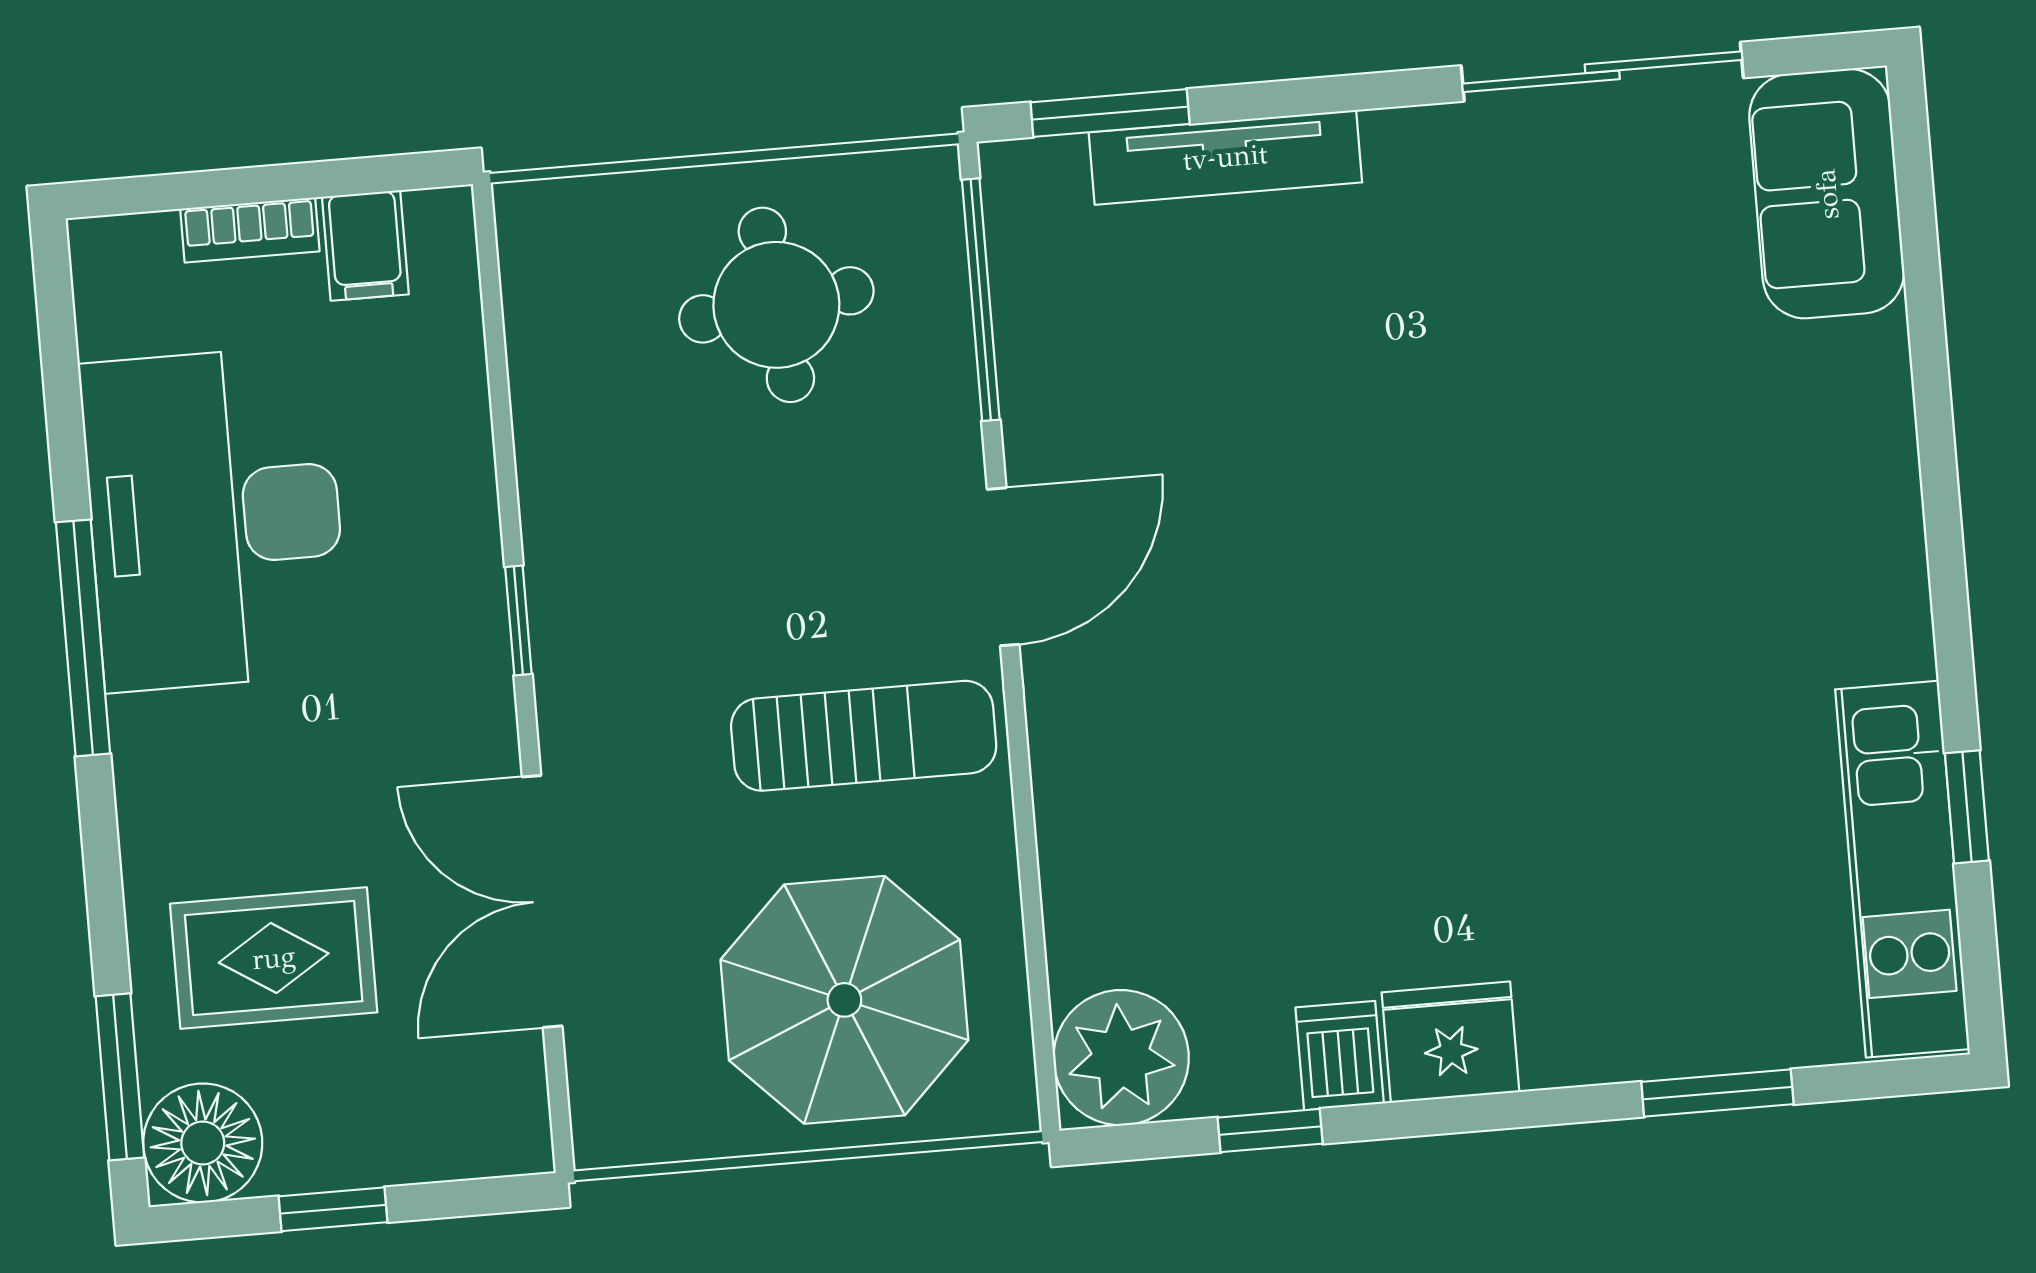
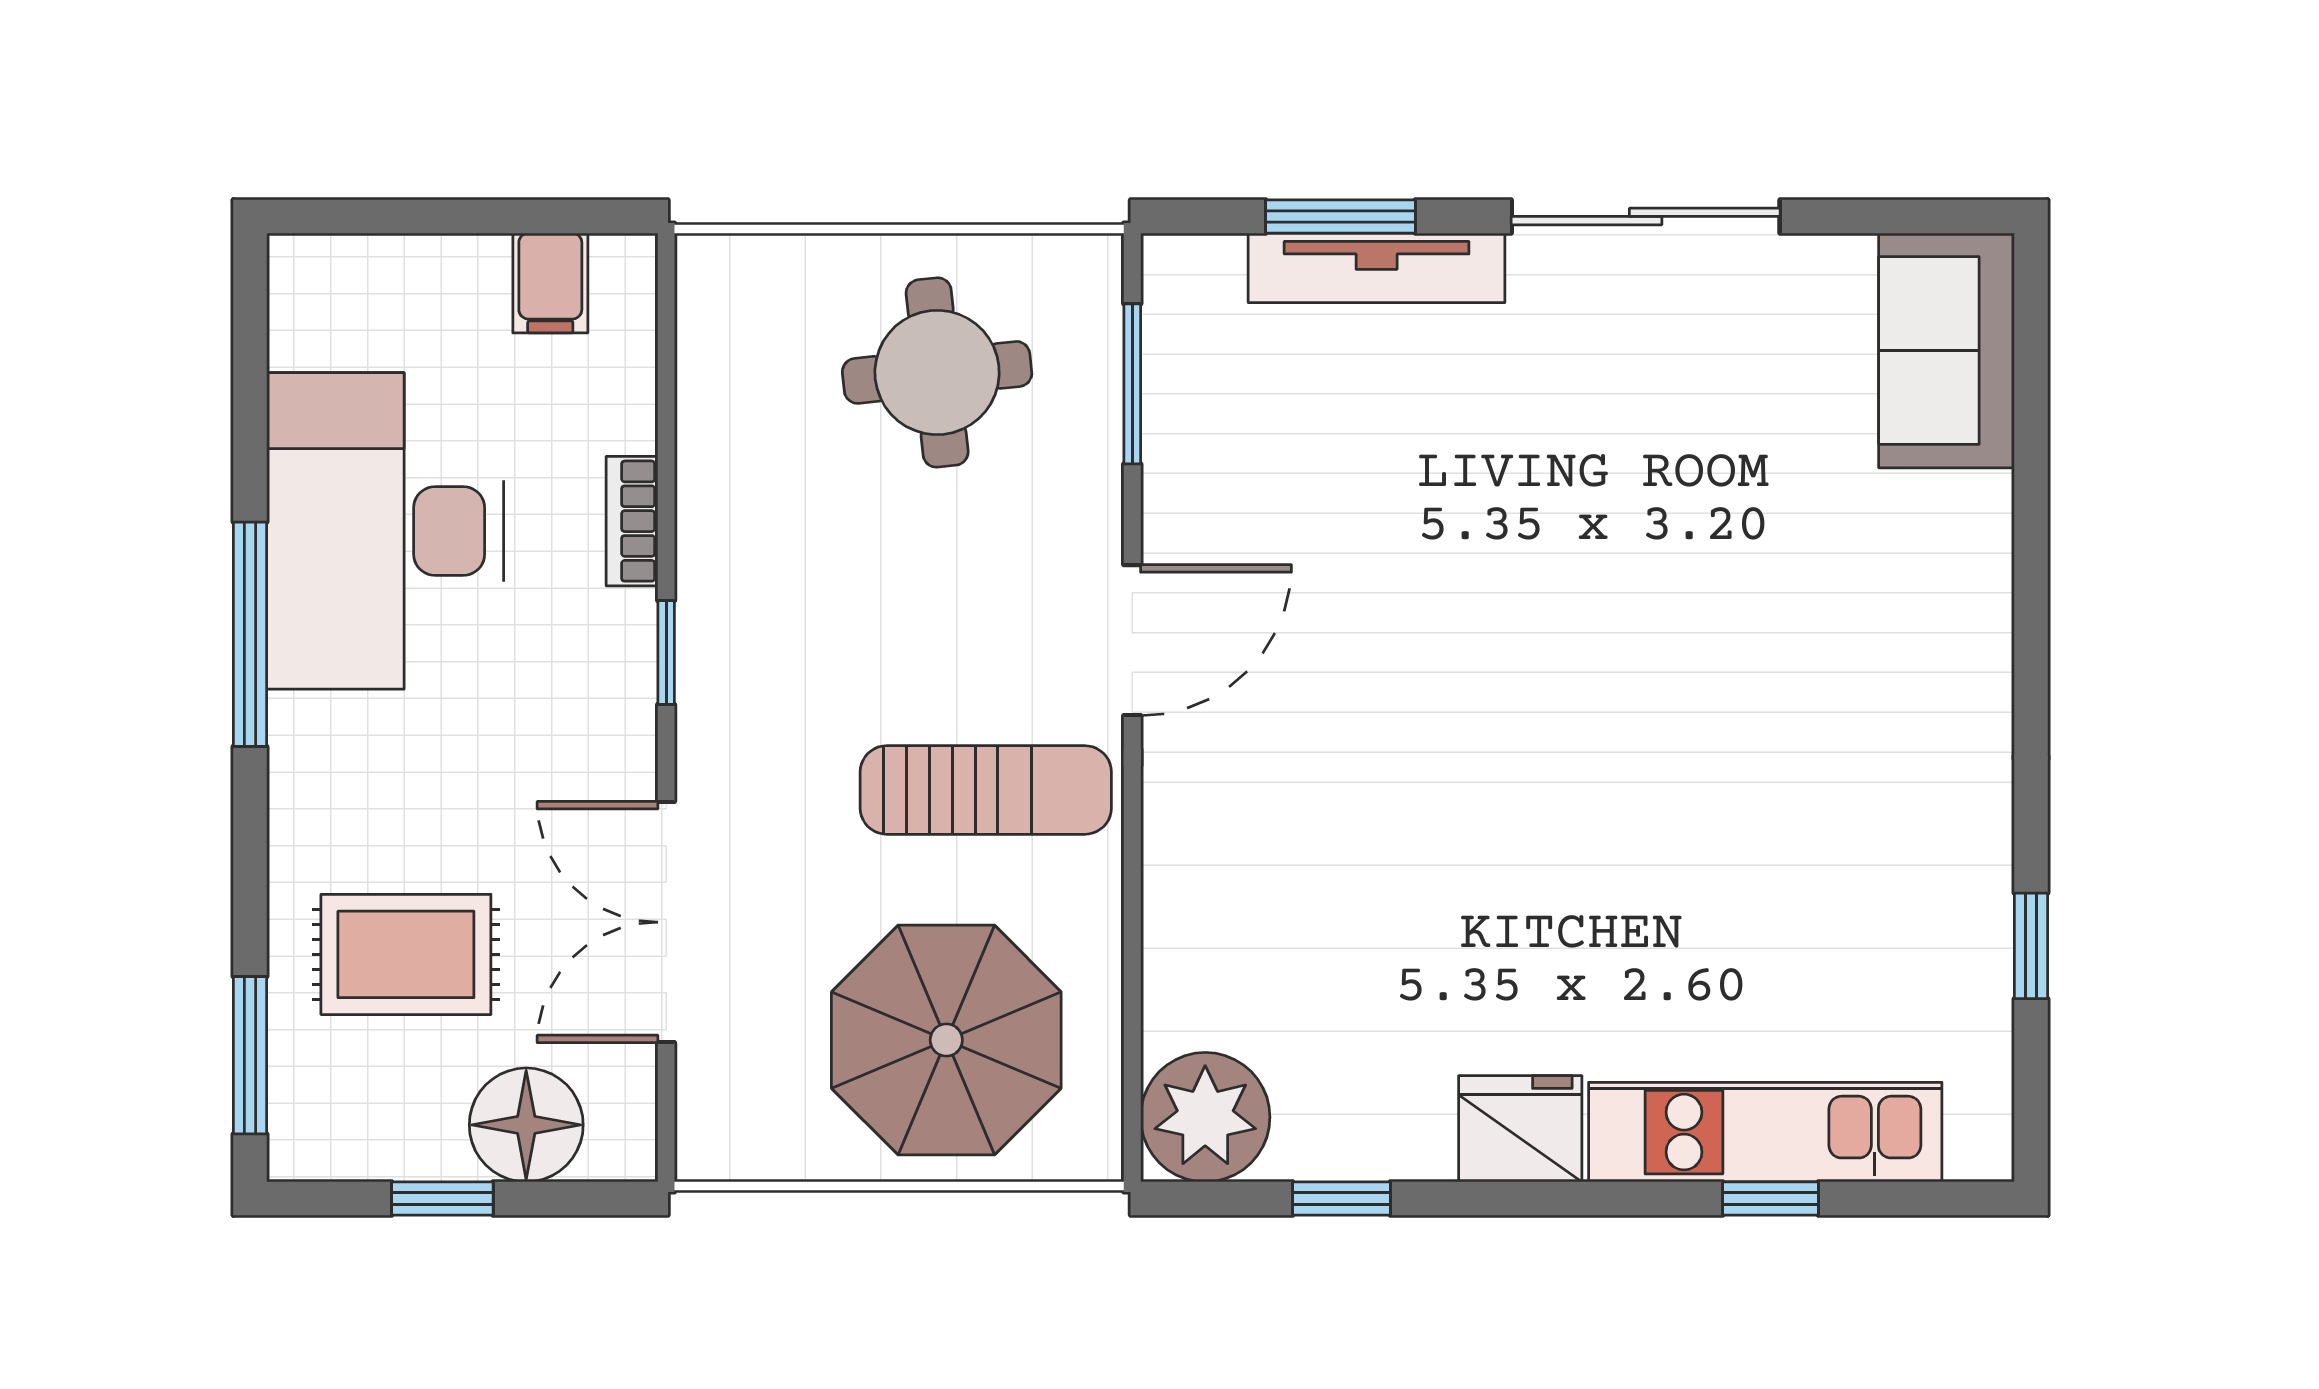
sliding door: (1602, 72) -> (1646, 216), moved
window: (1110, 113) -> (1340, 216), moved
bookcase: (250, 230) -> (632, 521), moved, turned 90
window: (981, 300) -> (1132, 384), width x0.69
kitchen unit: (1902, 869) -> (1765, 1132), moved, turned 90
dishwasher: (1340, 1056) -> (1414, 1133), removed
window: (1717, 1093) -> (1770, 1199), width x0.67
floor lamp: (203, 1143) -> (526, 1125), moved

